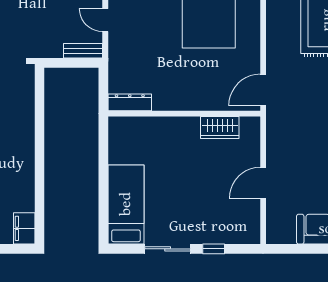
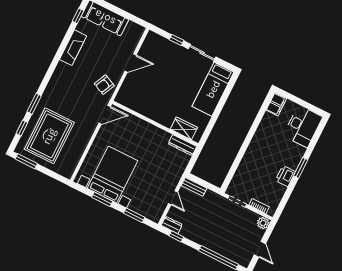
wardrobe: (220, 127) -> (184, 128), moved
armchair: (285, 133) -> (104, 85), added

